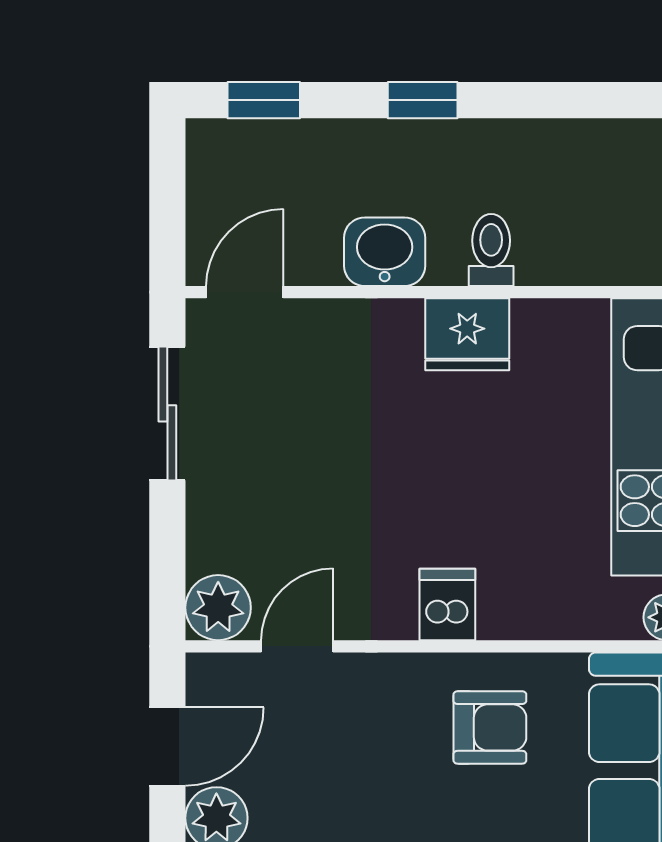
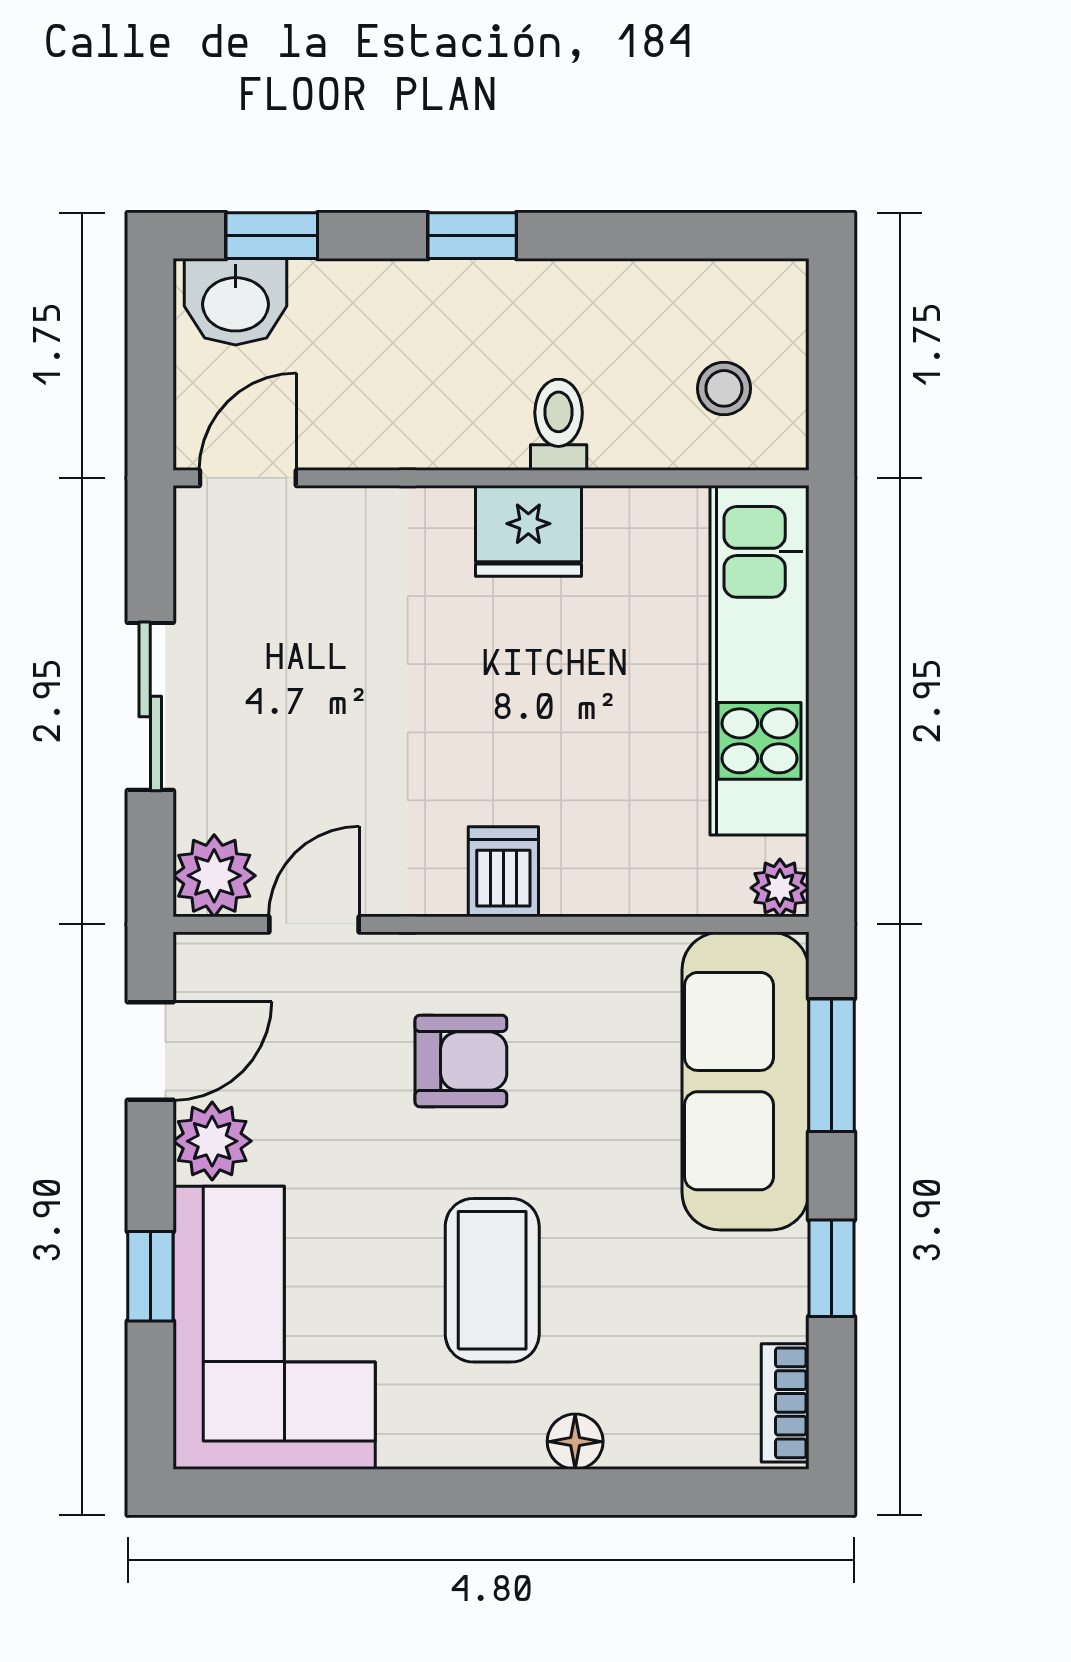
stool: (622, 221) -> (724, 388), added
washbasin: (385, 252) -> (236, 302), moved, turned 180
sliding door: (167, 413) -> (150, 706), moved
armchair: (490, 727) -> (461, 1061), moved

